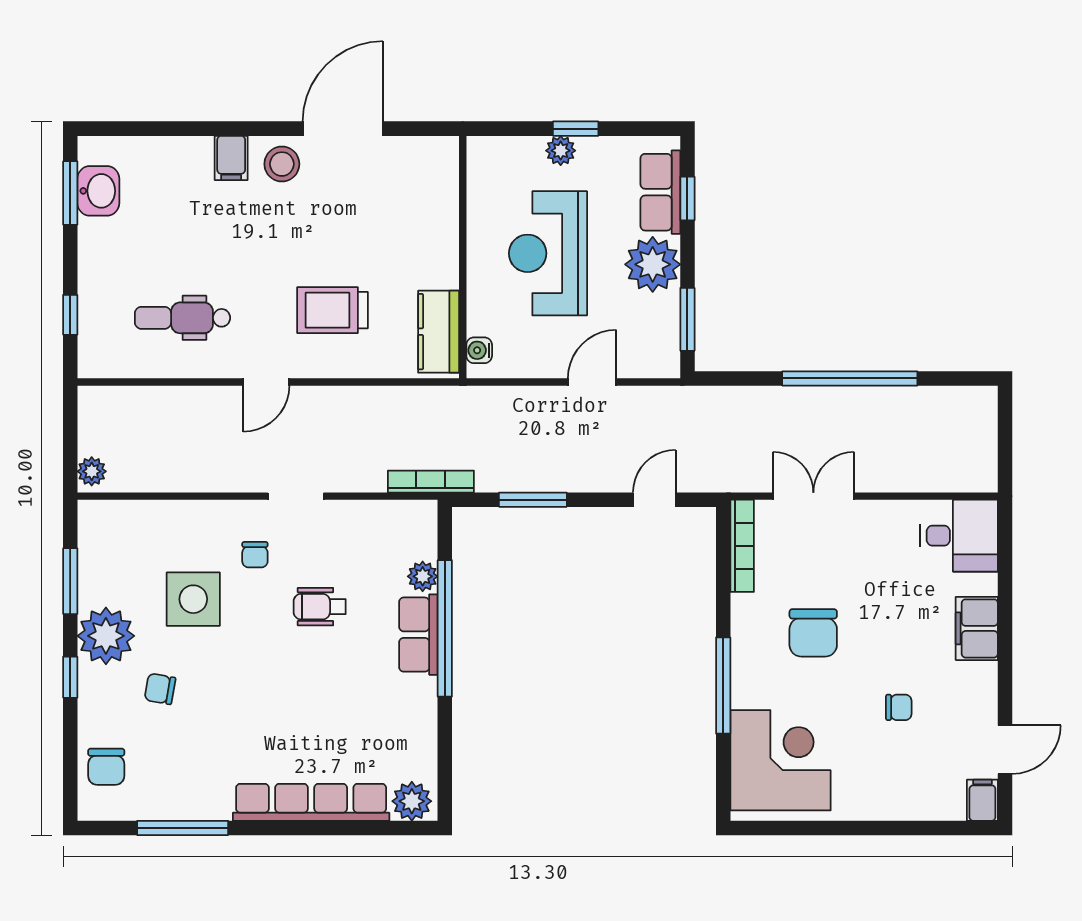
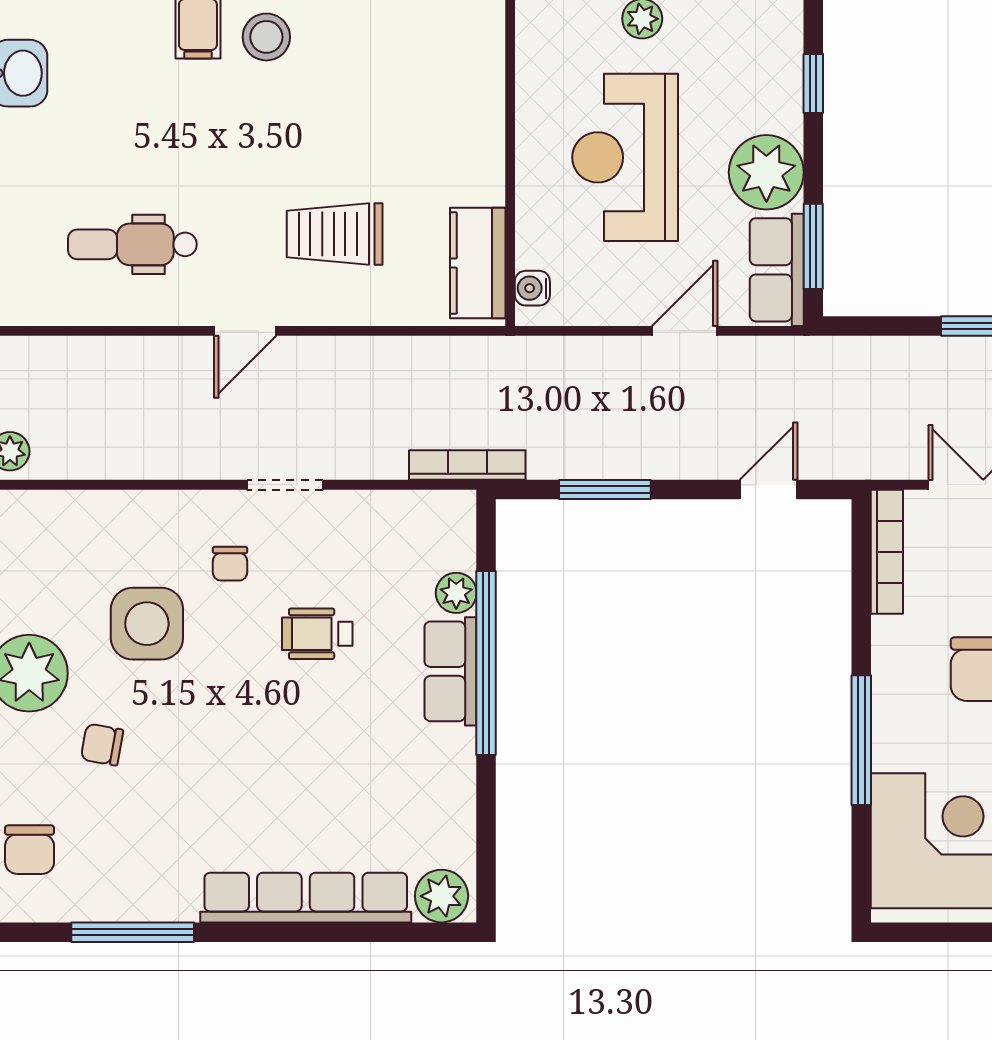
row of seats: (660, 192) -> (777, 270), moved

